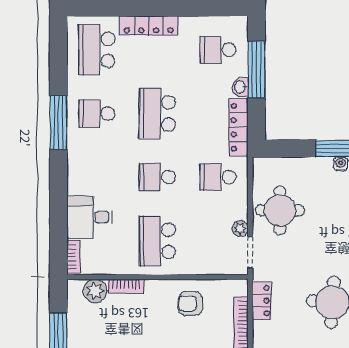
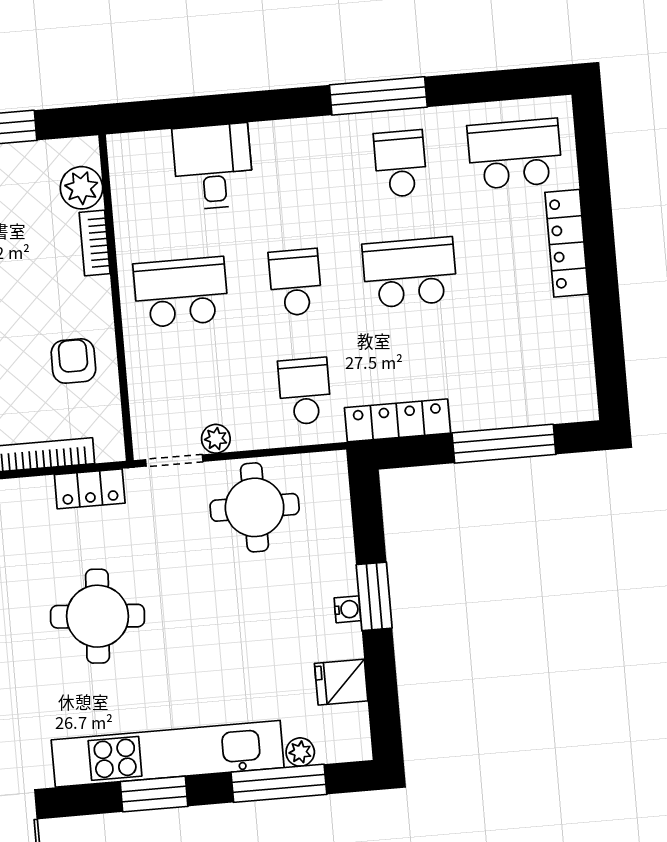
school desk: (218, 50) -> (533, 372), removed
washbasin: (240, 87) -> (470, 417), removed
bookcase: (73, 257) -> (140, 144), removed

